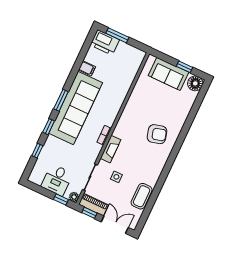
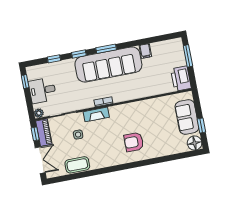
printer: (105, 42) -> (181, 79), moved
armchair: (157, 134) -> (134, 142), turned 105
window: (61, 199) -> (25, 82), moved

